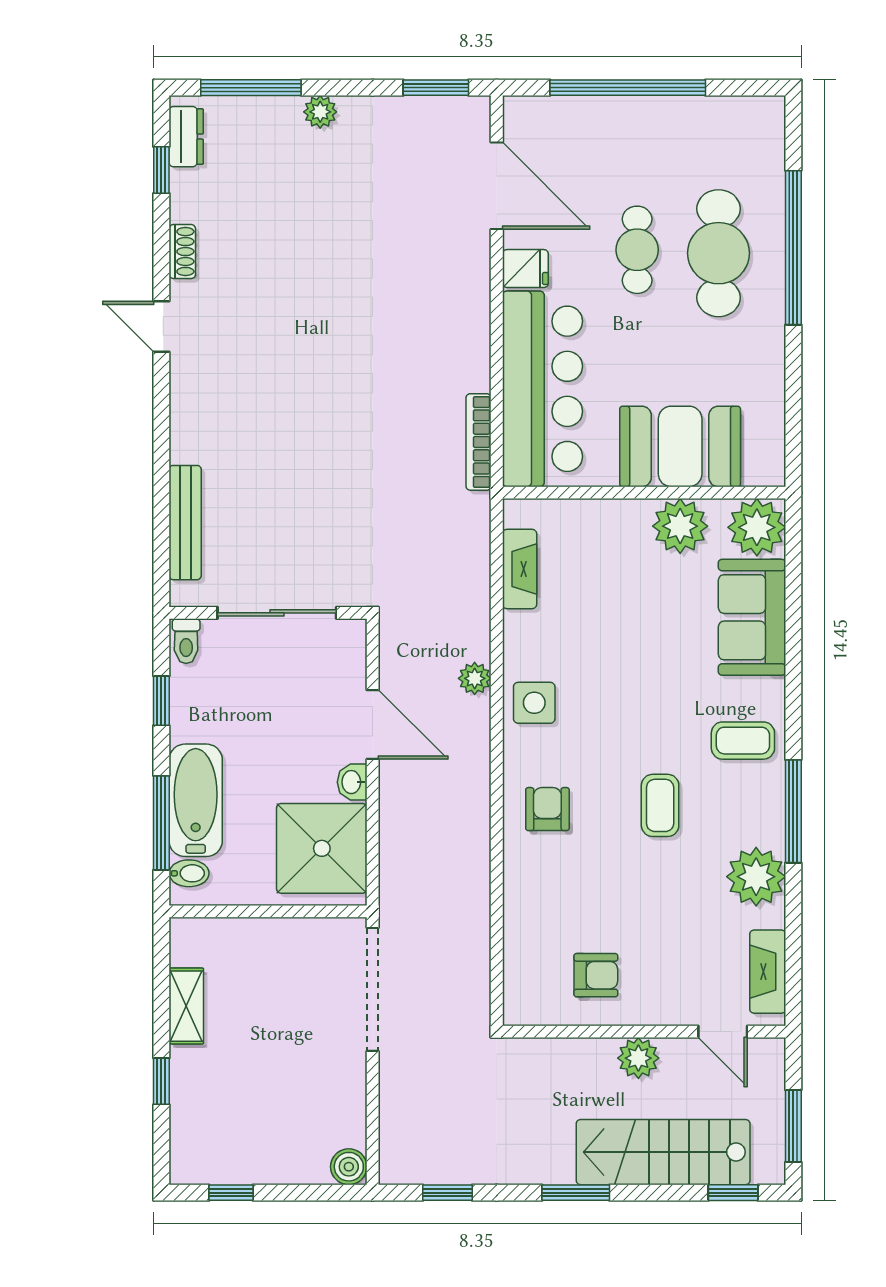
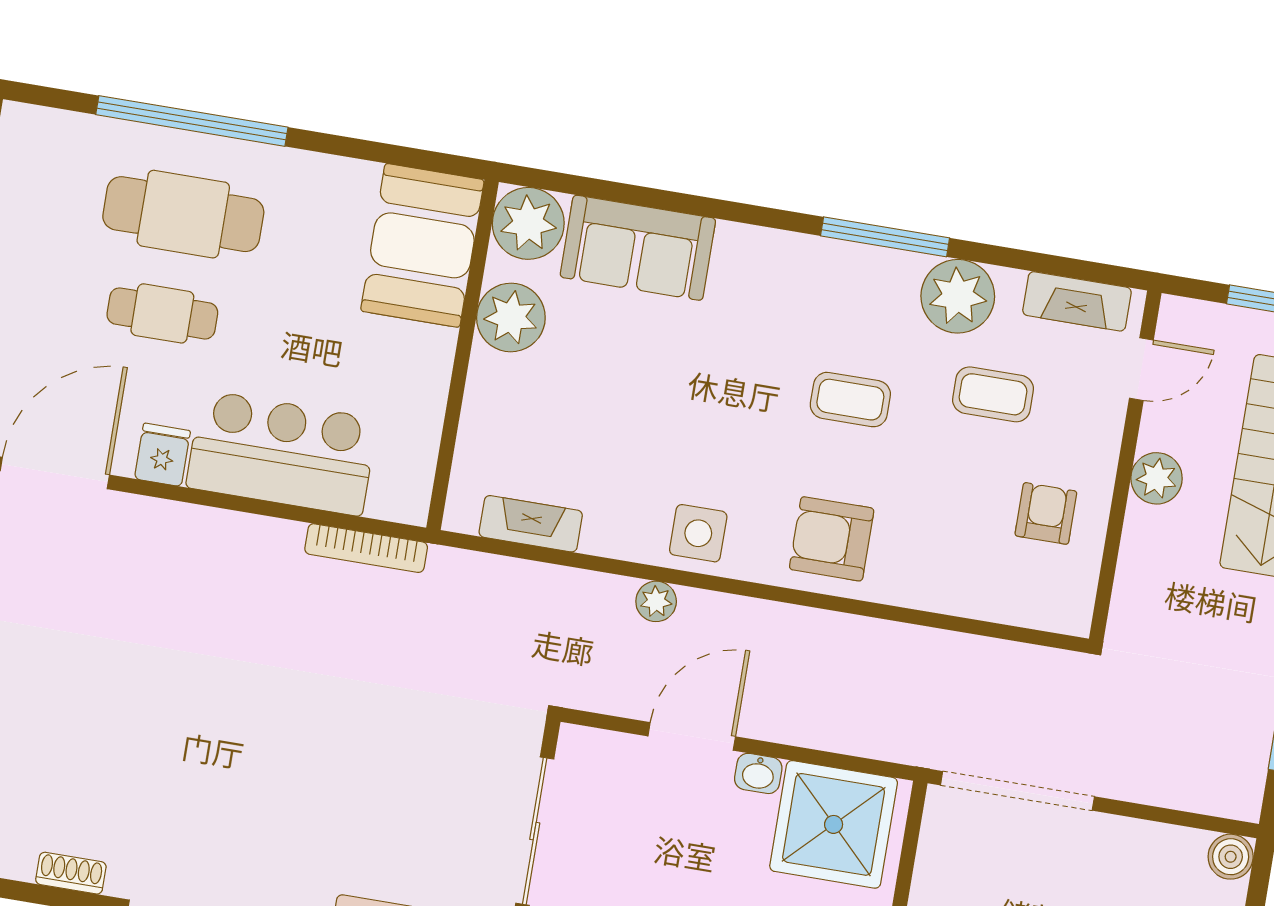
bar counter: (542, 389) -> (282, 453), width x0.73
booth: (680, 446) -> (422, 245), moved
coffee table: (743, 741) -> (993, 394), moved, turned 90
armchair: (547, 809) -> (832, 539), width x1.38, depth x1.38

